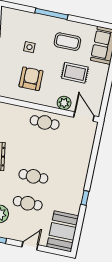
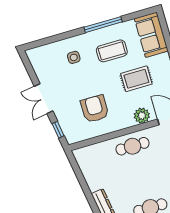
window: (51, 14) -> (103, 25), moved
side table: (29, 47) -> (74, 57), moved

